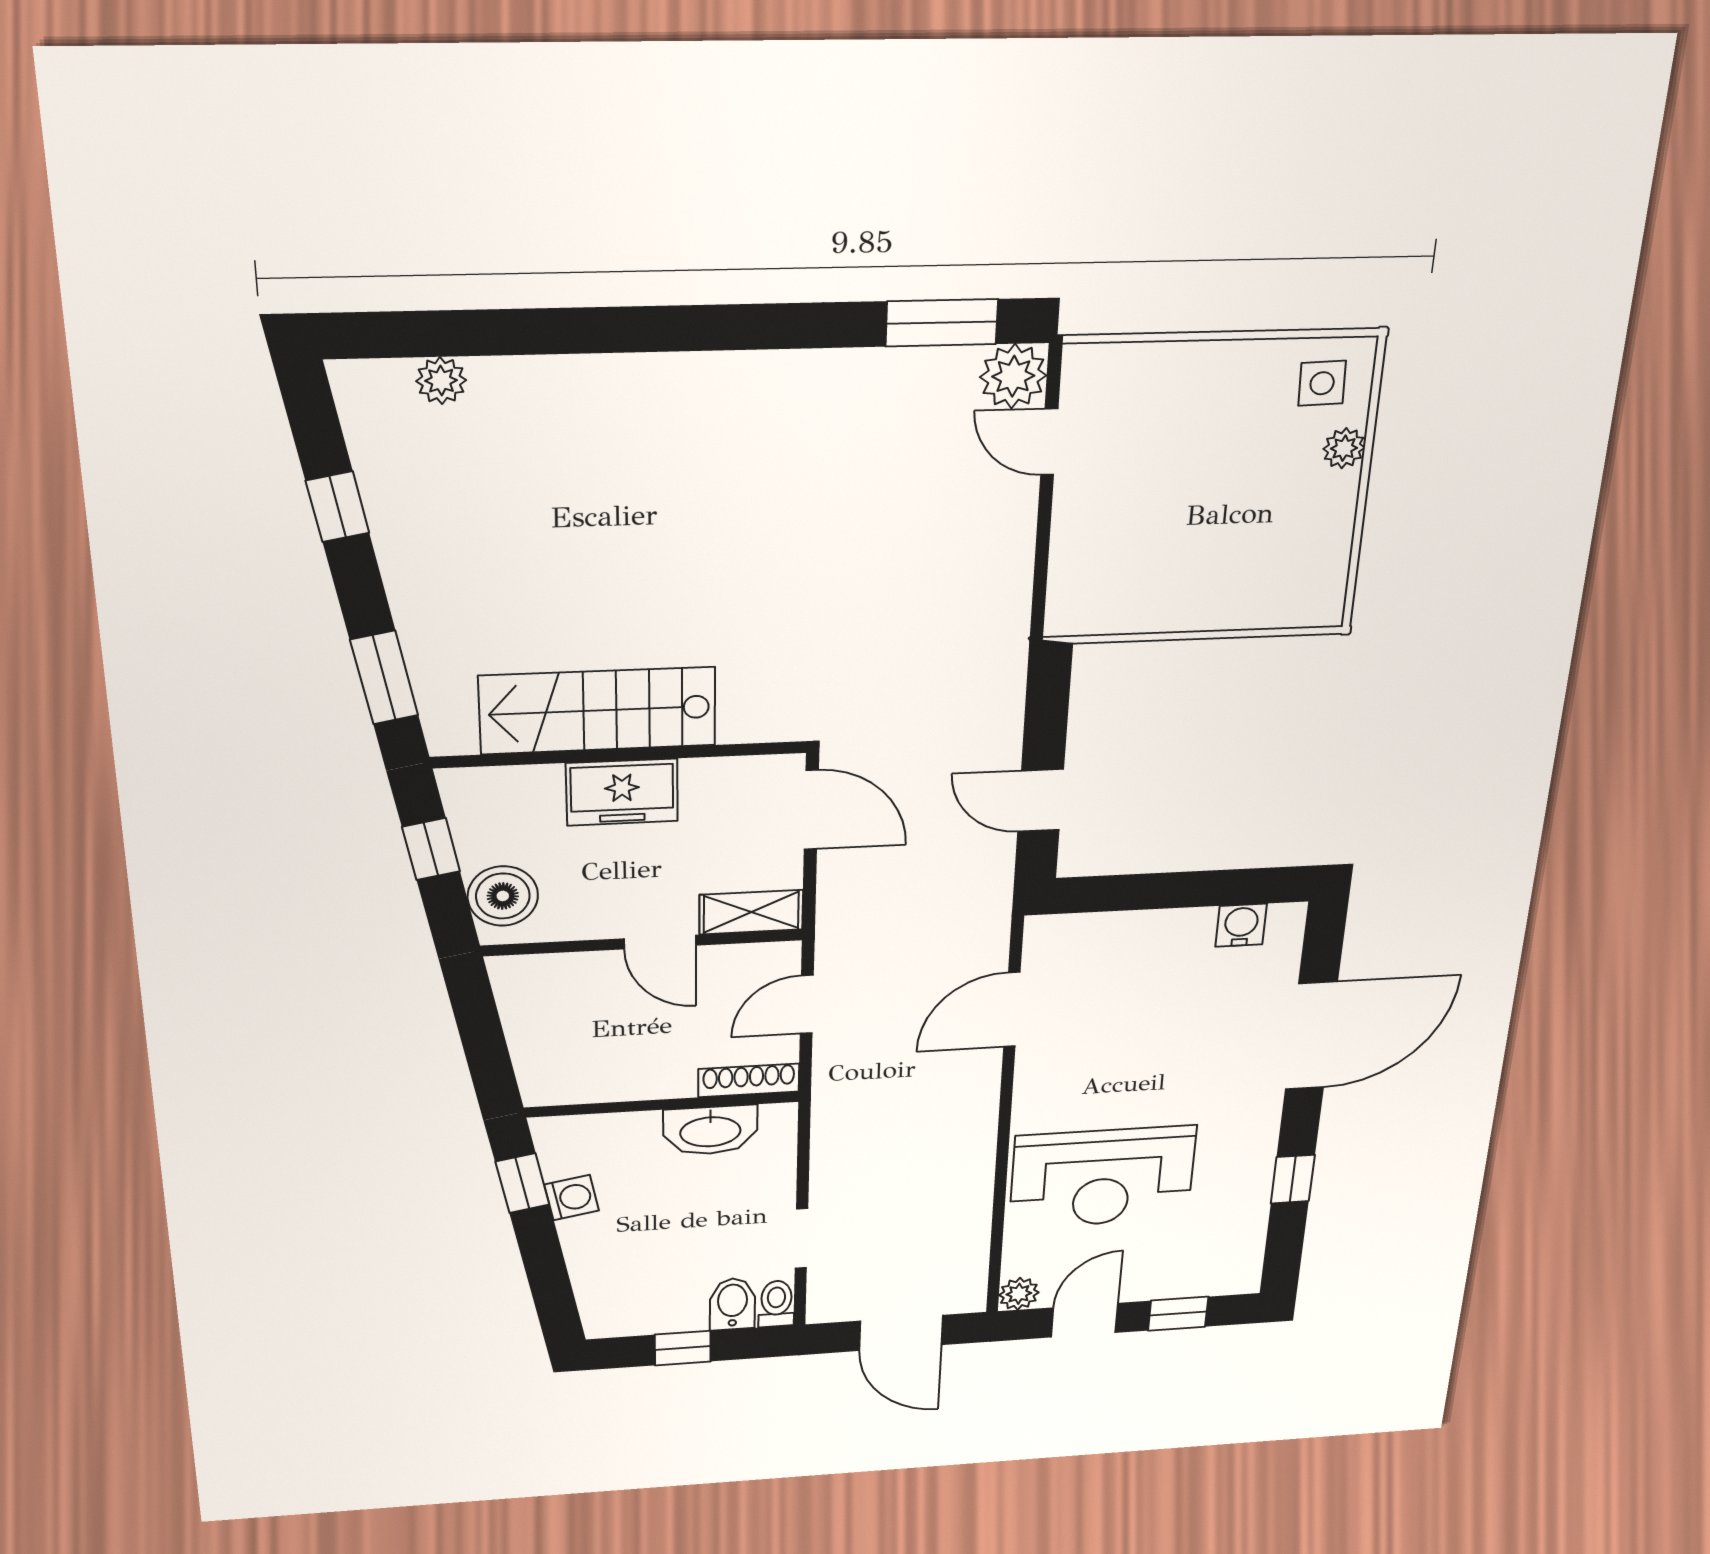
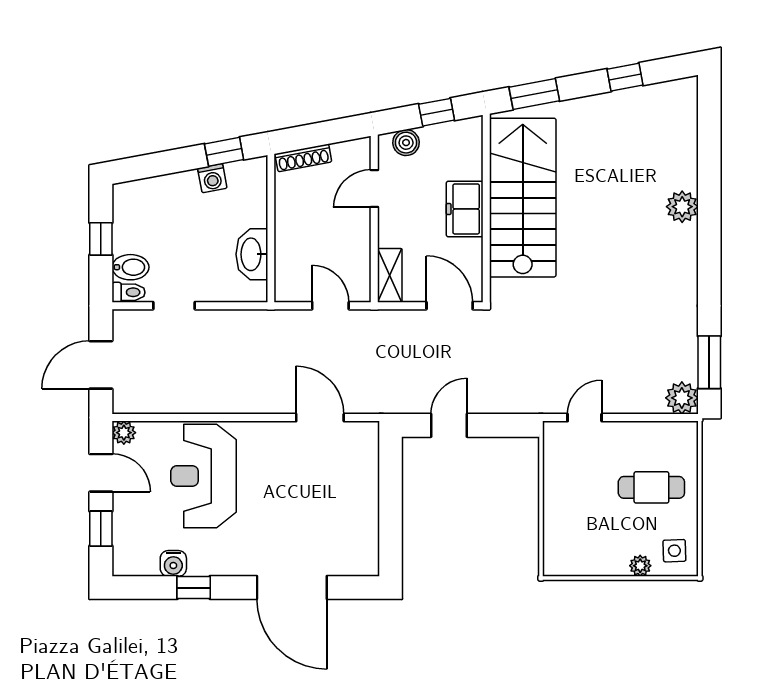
plant: (441, 381) -> (682, 207), moved, width x1.38, depth x1.38
cafe table: (1191, 431) -> (651, 487), added
door: (1049, 442) -> (585, 418), moved
stairs: (598, 711) -> (523, 198), width x1.36, depth x1.51
door: (811, 810) -> (450, 306), swing flipped
boiler: (503, 896) -> (406, 143), width x0.73, depth x0.73
water cooler: (1241, 925) -> (173, 563), moved, turned 90
door: (660, 942) -> (374, 188), moved
shoe rack: (749, 1080) -> (303, 158), moved, turned 79

